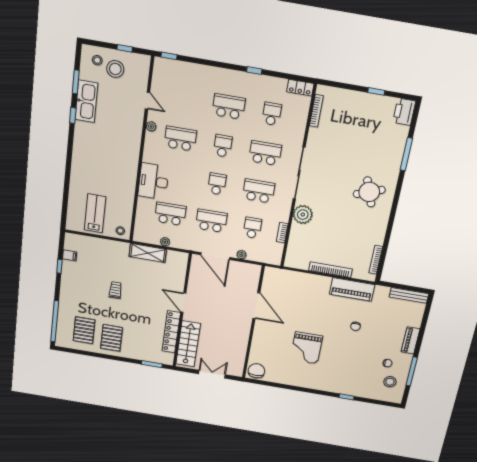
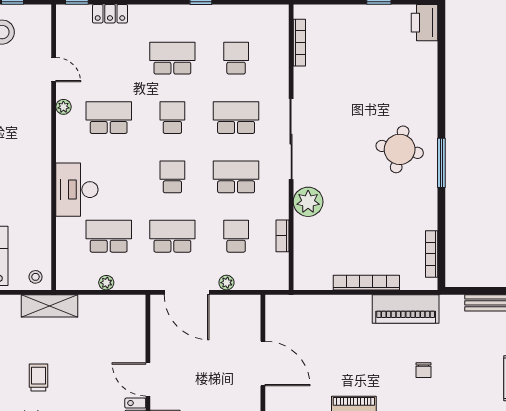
locker: (300, 88) -> (110, 14), moved
window: (406, 154) -> (441, 163), moved
round table: (369, 192) -> (400, 149), turned 31
shelving: (148, 253) -> (49, 306), moved

